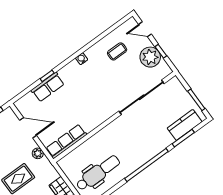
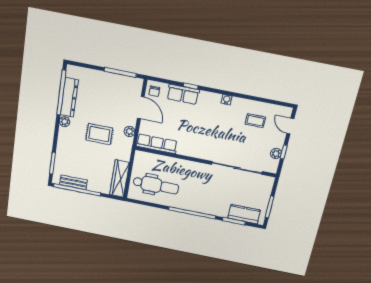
plant: (150, 57) -> (276, 154), width x0.53, depth x0.53
chair: (26, 106) -> (154, 91), added

